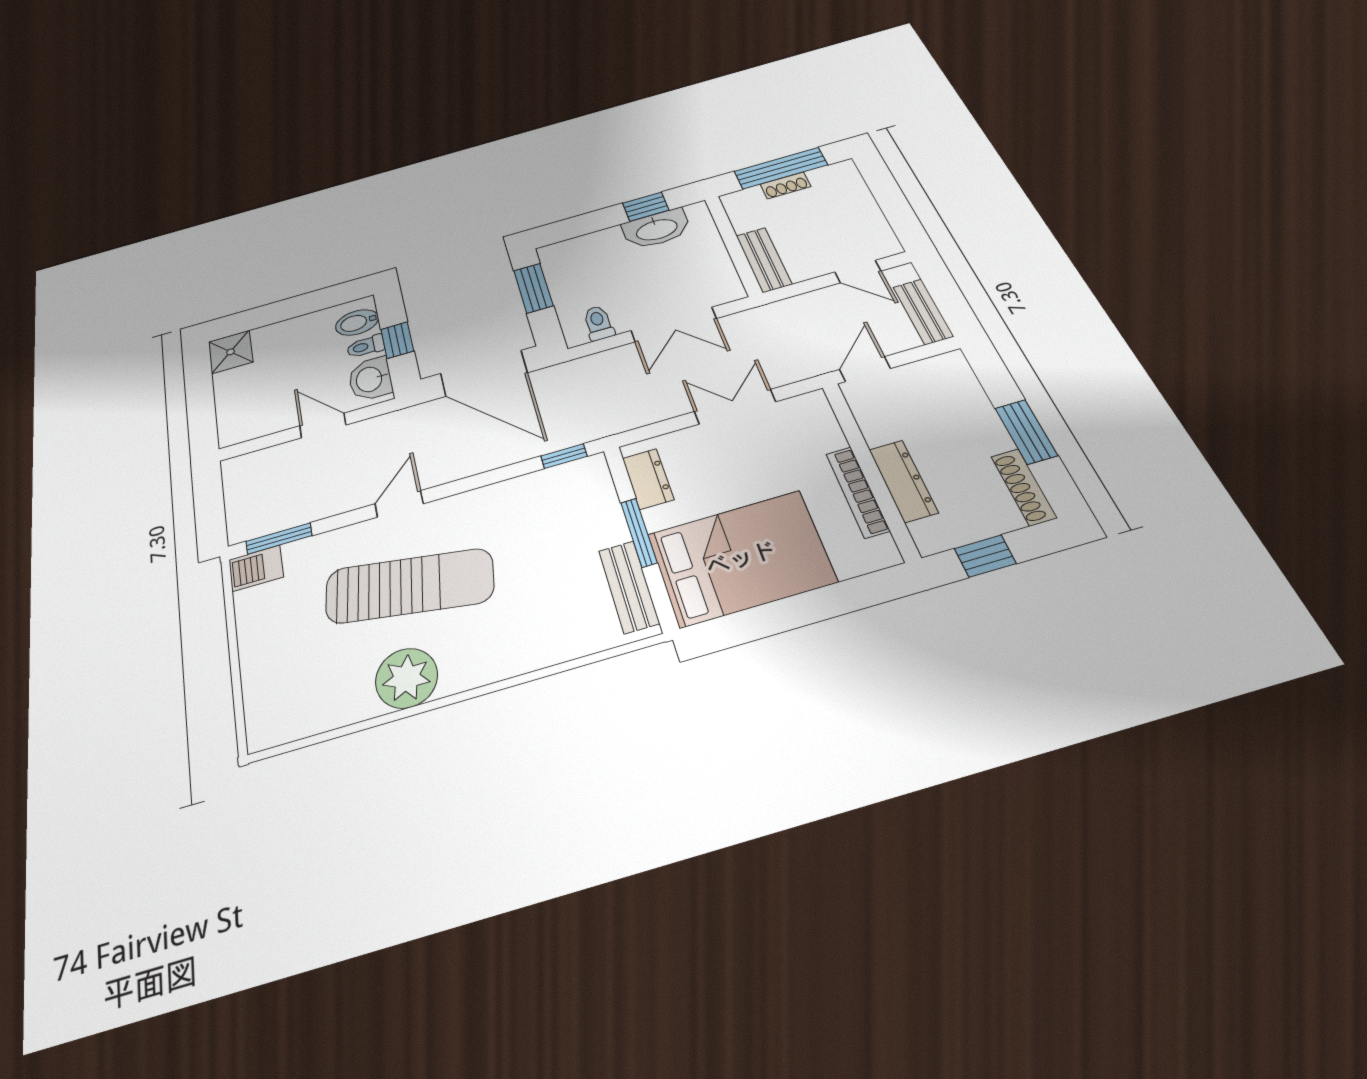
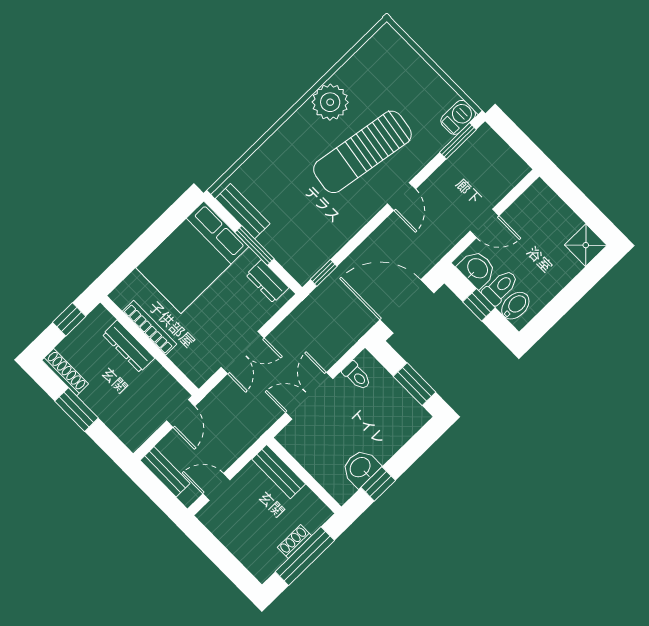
washbasin: (656, 229) -> (361, 468), width x0.72
toilet: (366, 346) -> (500, 287), width x1.37, depth x1.39

